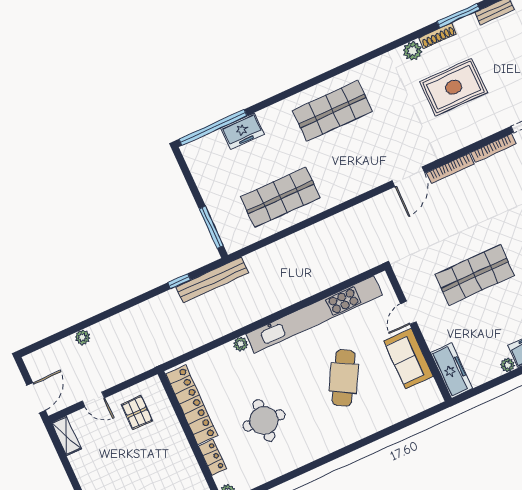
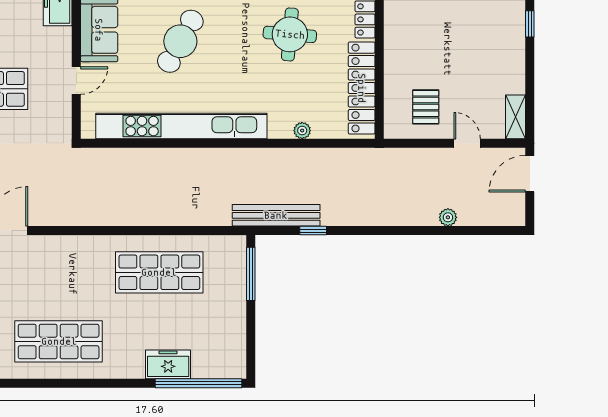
plant: (241, 344) -> (302, 131), moved

